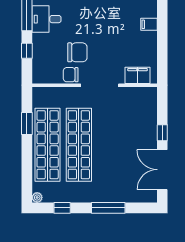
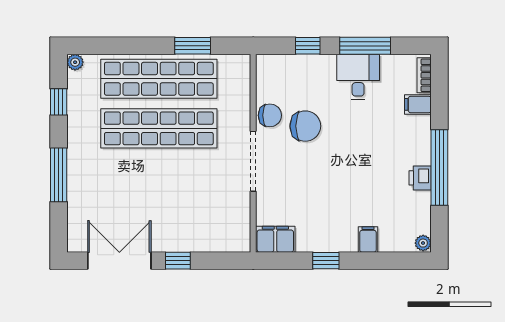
filing cabinet: (149, 24) -> (368, 239), moved
window: (162, 39) -> (326, 261), added
chair: (77, 52) -> (305, 126), turned -90
chair: (71, 75) -> (270, 115), turned 90
filing cabinet: (138, 75) -> (275, 239), moved, turned -90

